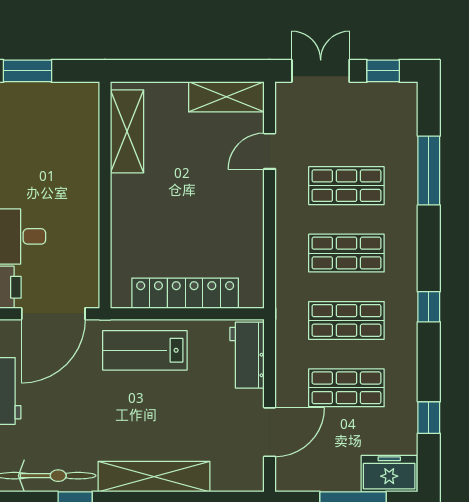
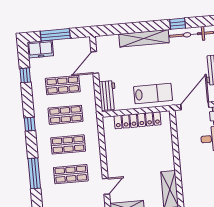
window: (429, 170) -> (34, 173), moved

